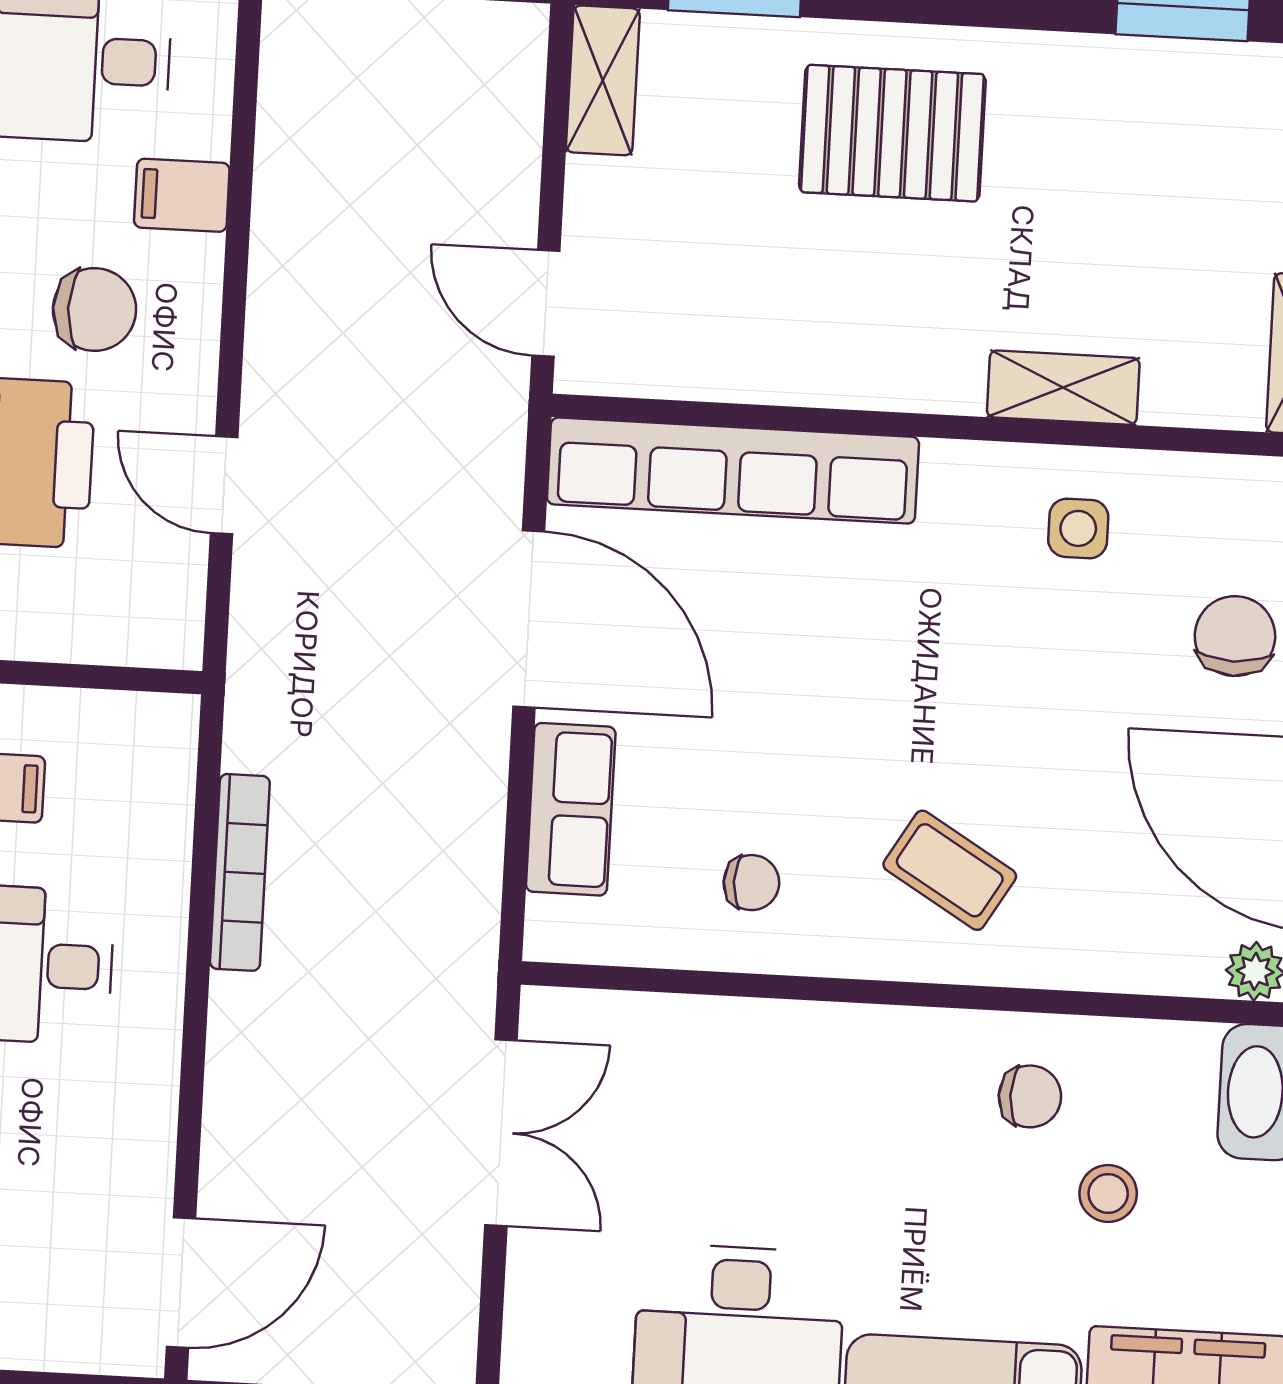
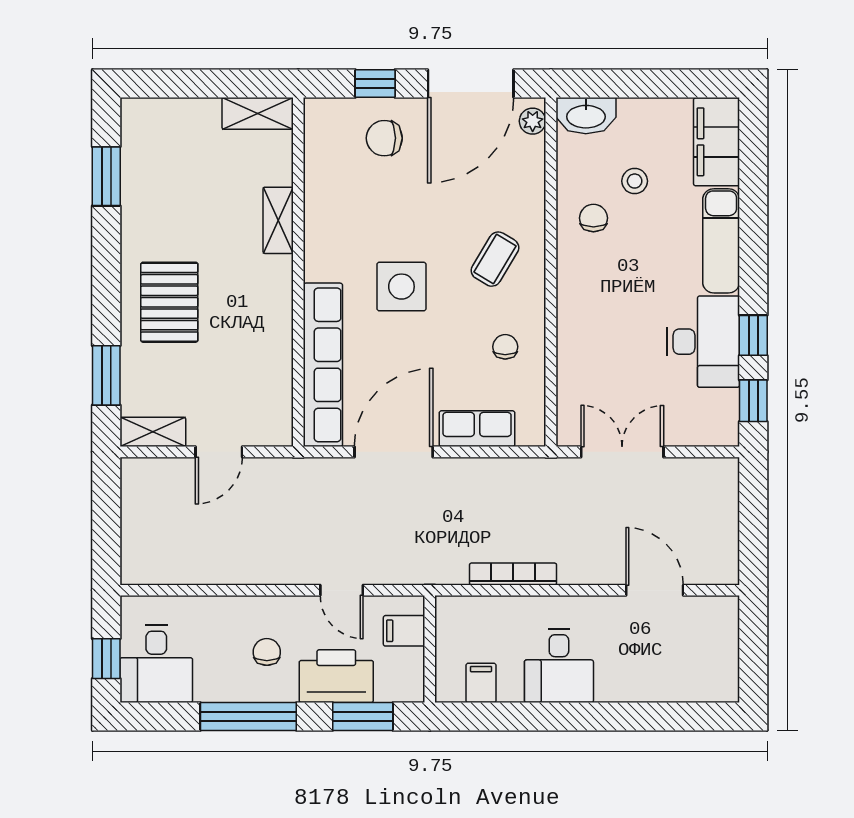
filing cabinet: (182, 195) -> (404, 631), moved, turned 90
door: (546, 303) -> (219, 452), moved
chair: (95, 309) -> (267, 652), width x0.73, depth x0.73
door: (224, 485) -> (342, 590), hinge flipped
side table: (1078, 528) -> (401, 287), moved, width x1.87, depth x1.87
door: (181, 1282) -> (655, 590), moved

